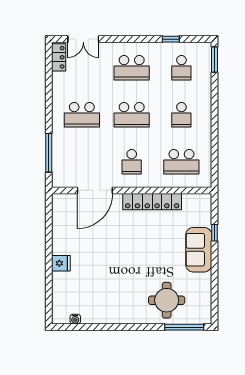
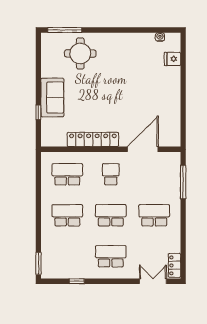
school desk: (181, 68) -> (67, 256), removed
school desk: (181, 115) -> (67, 215), width x1.85
fridge: (61, 263) -> (172, 59), moved

